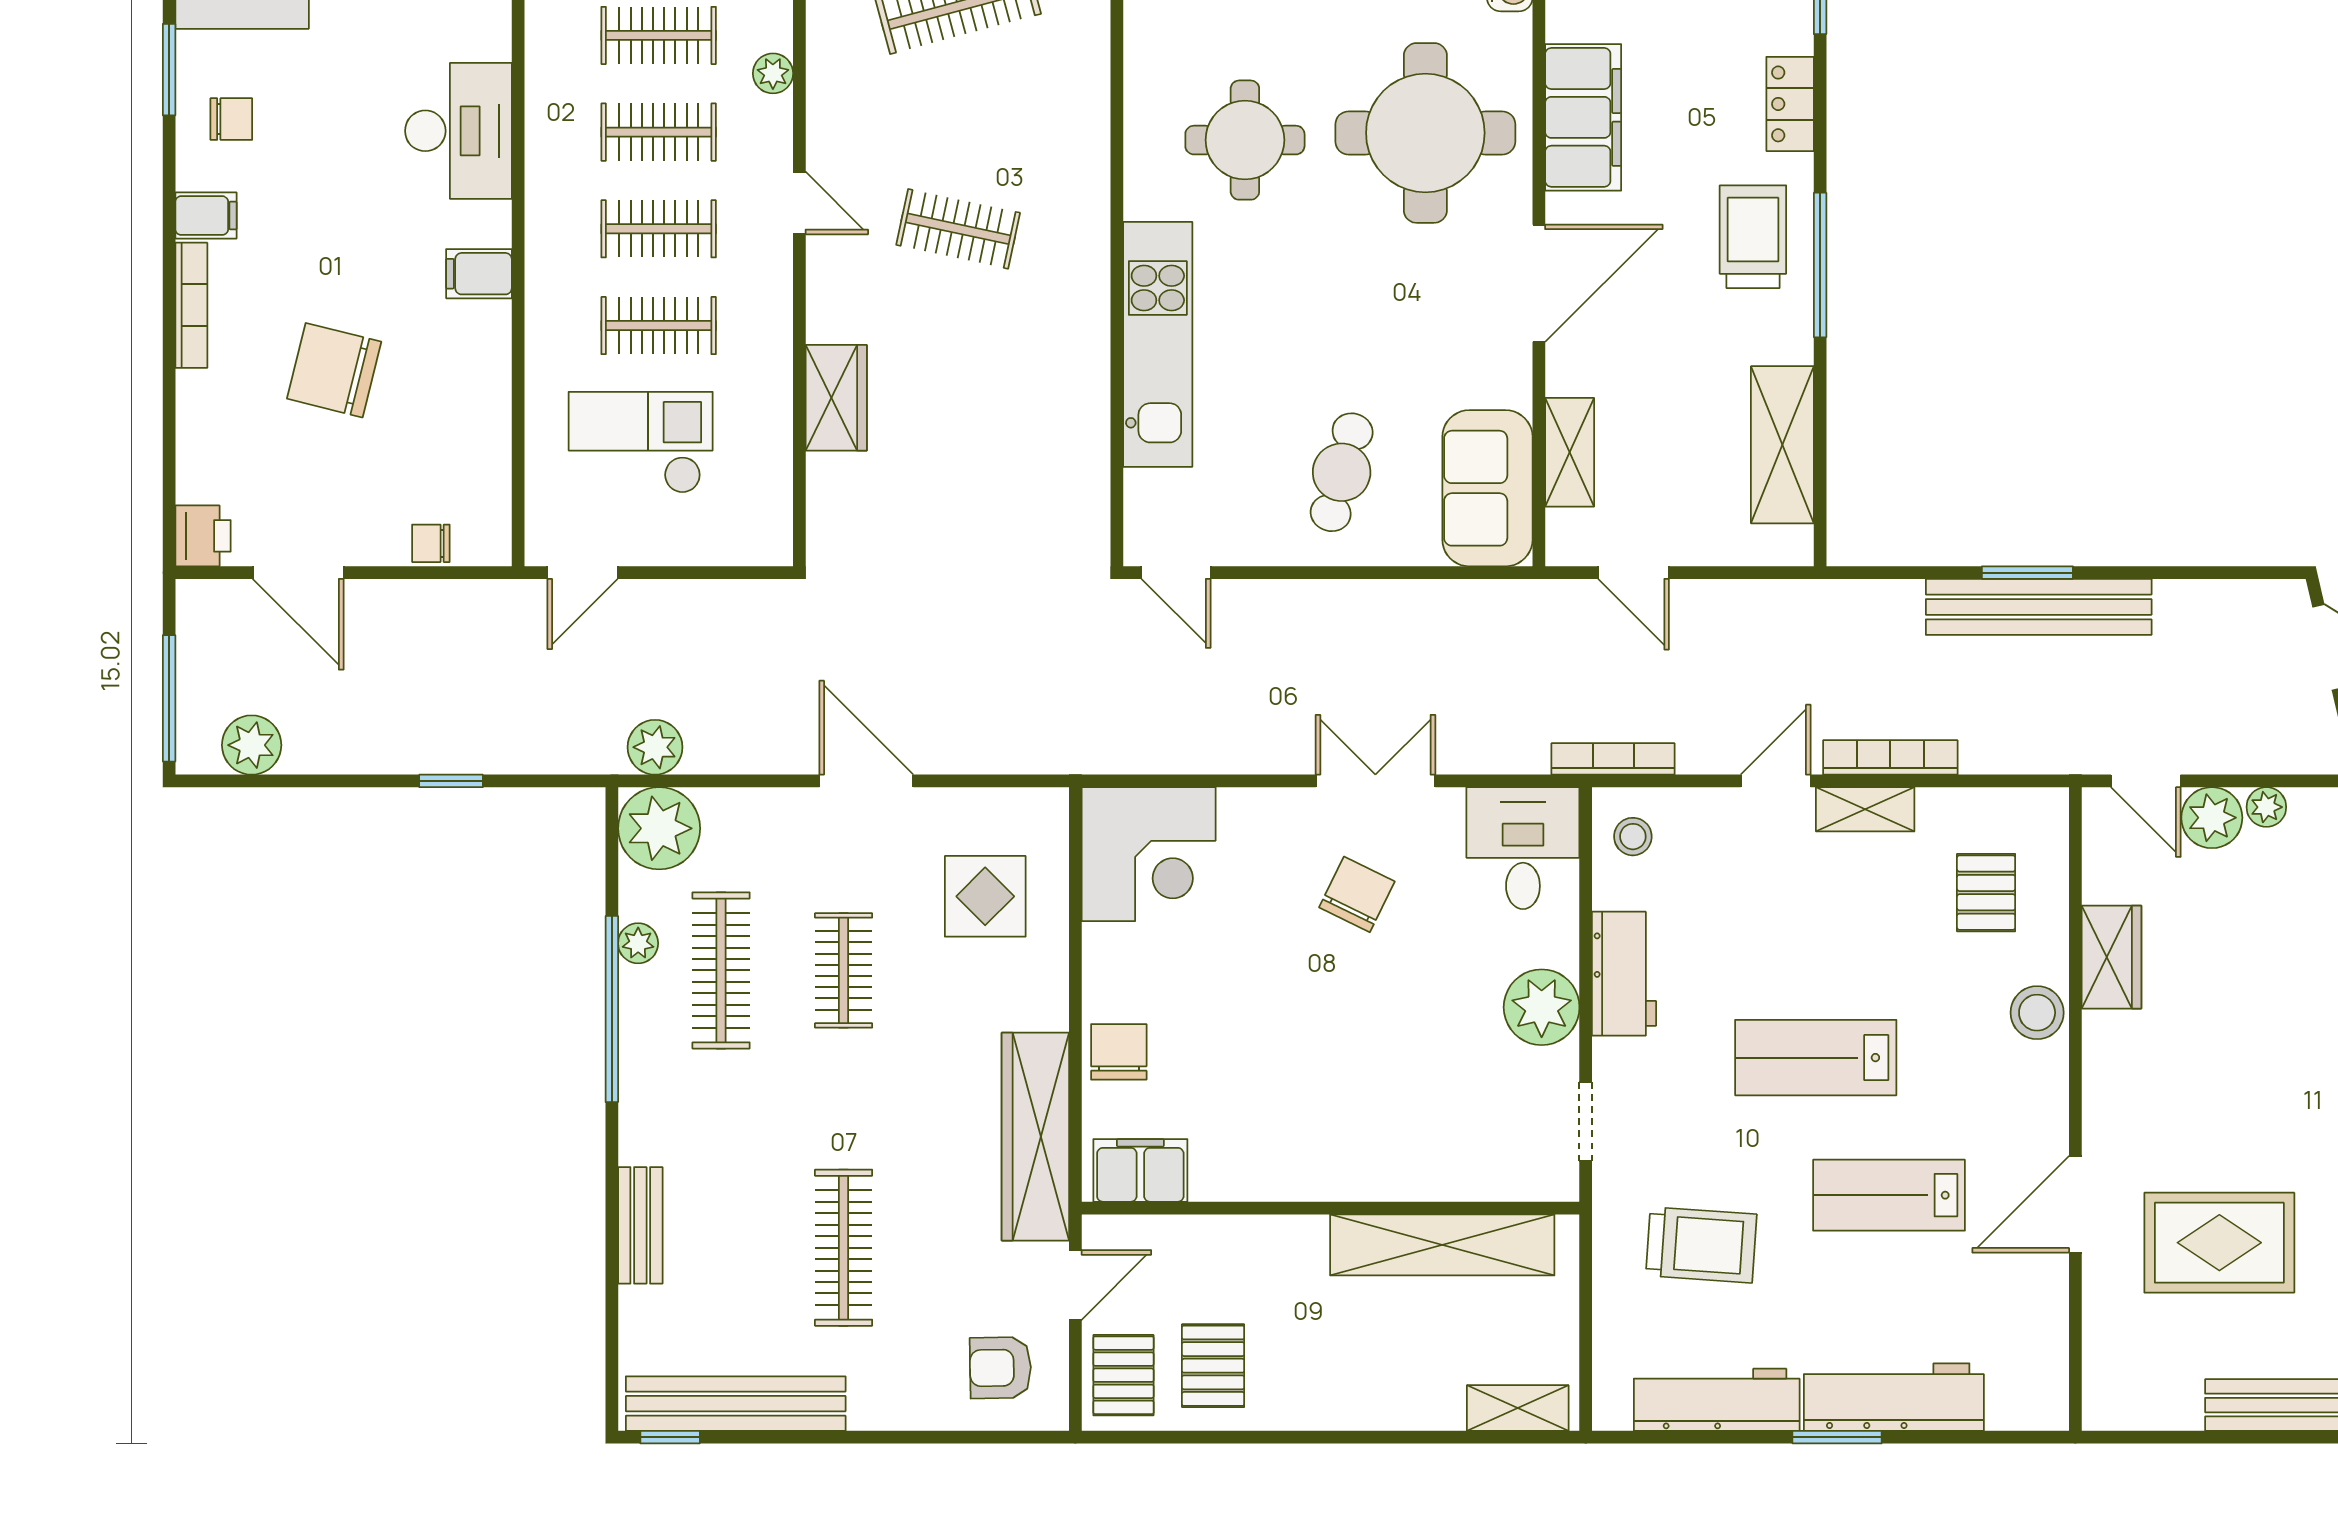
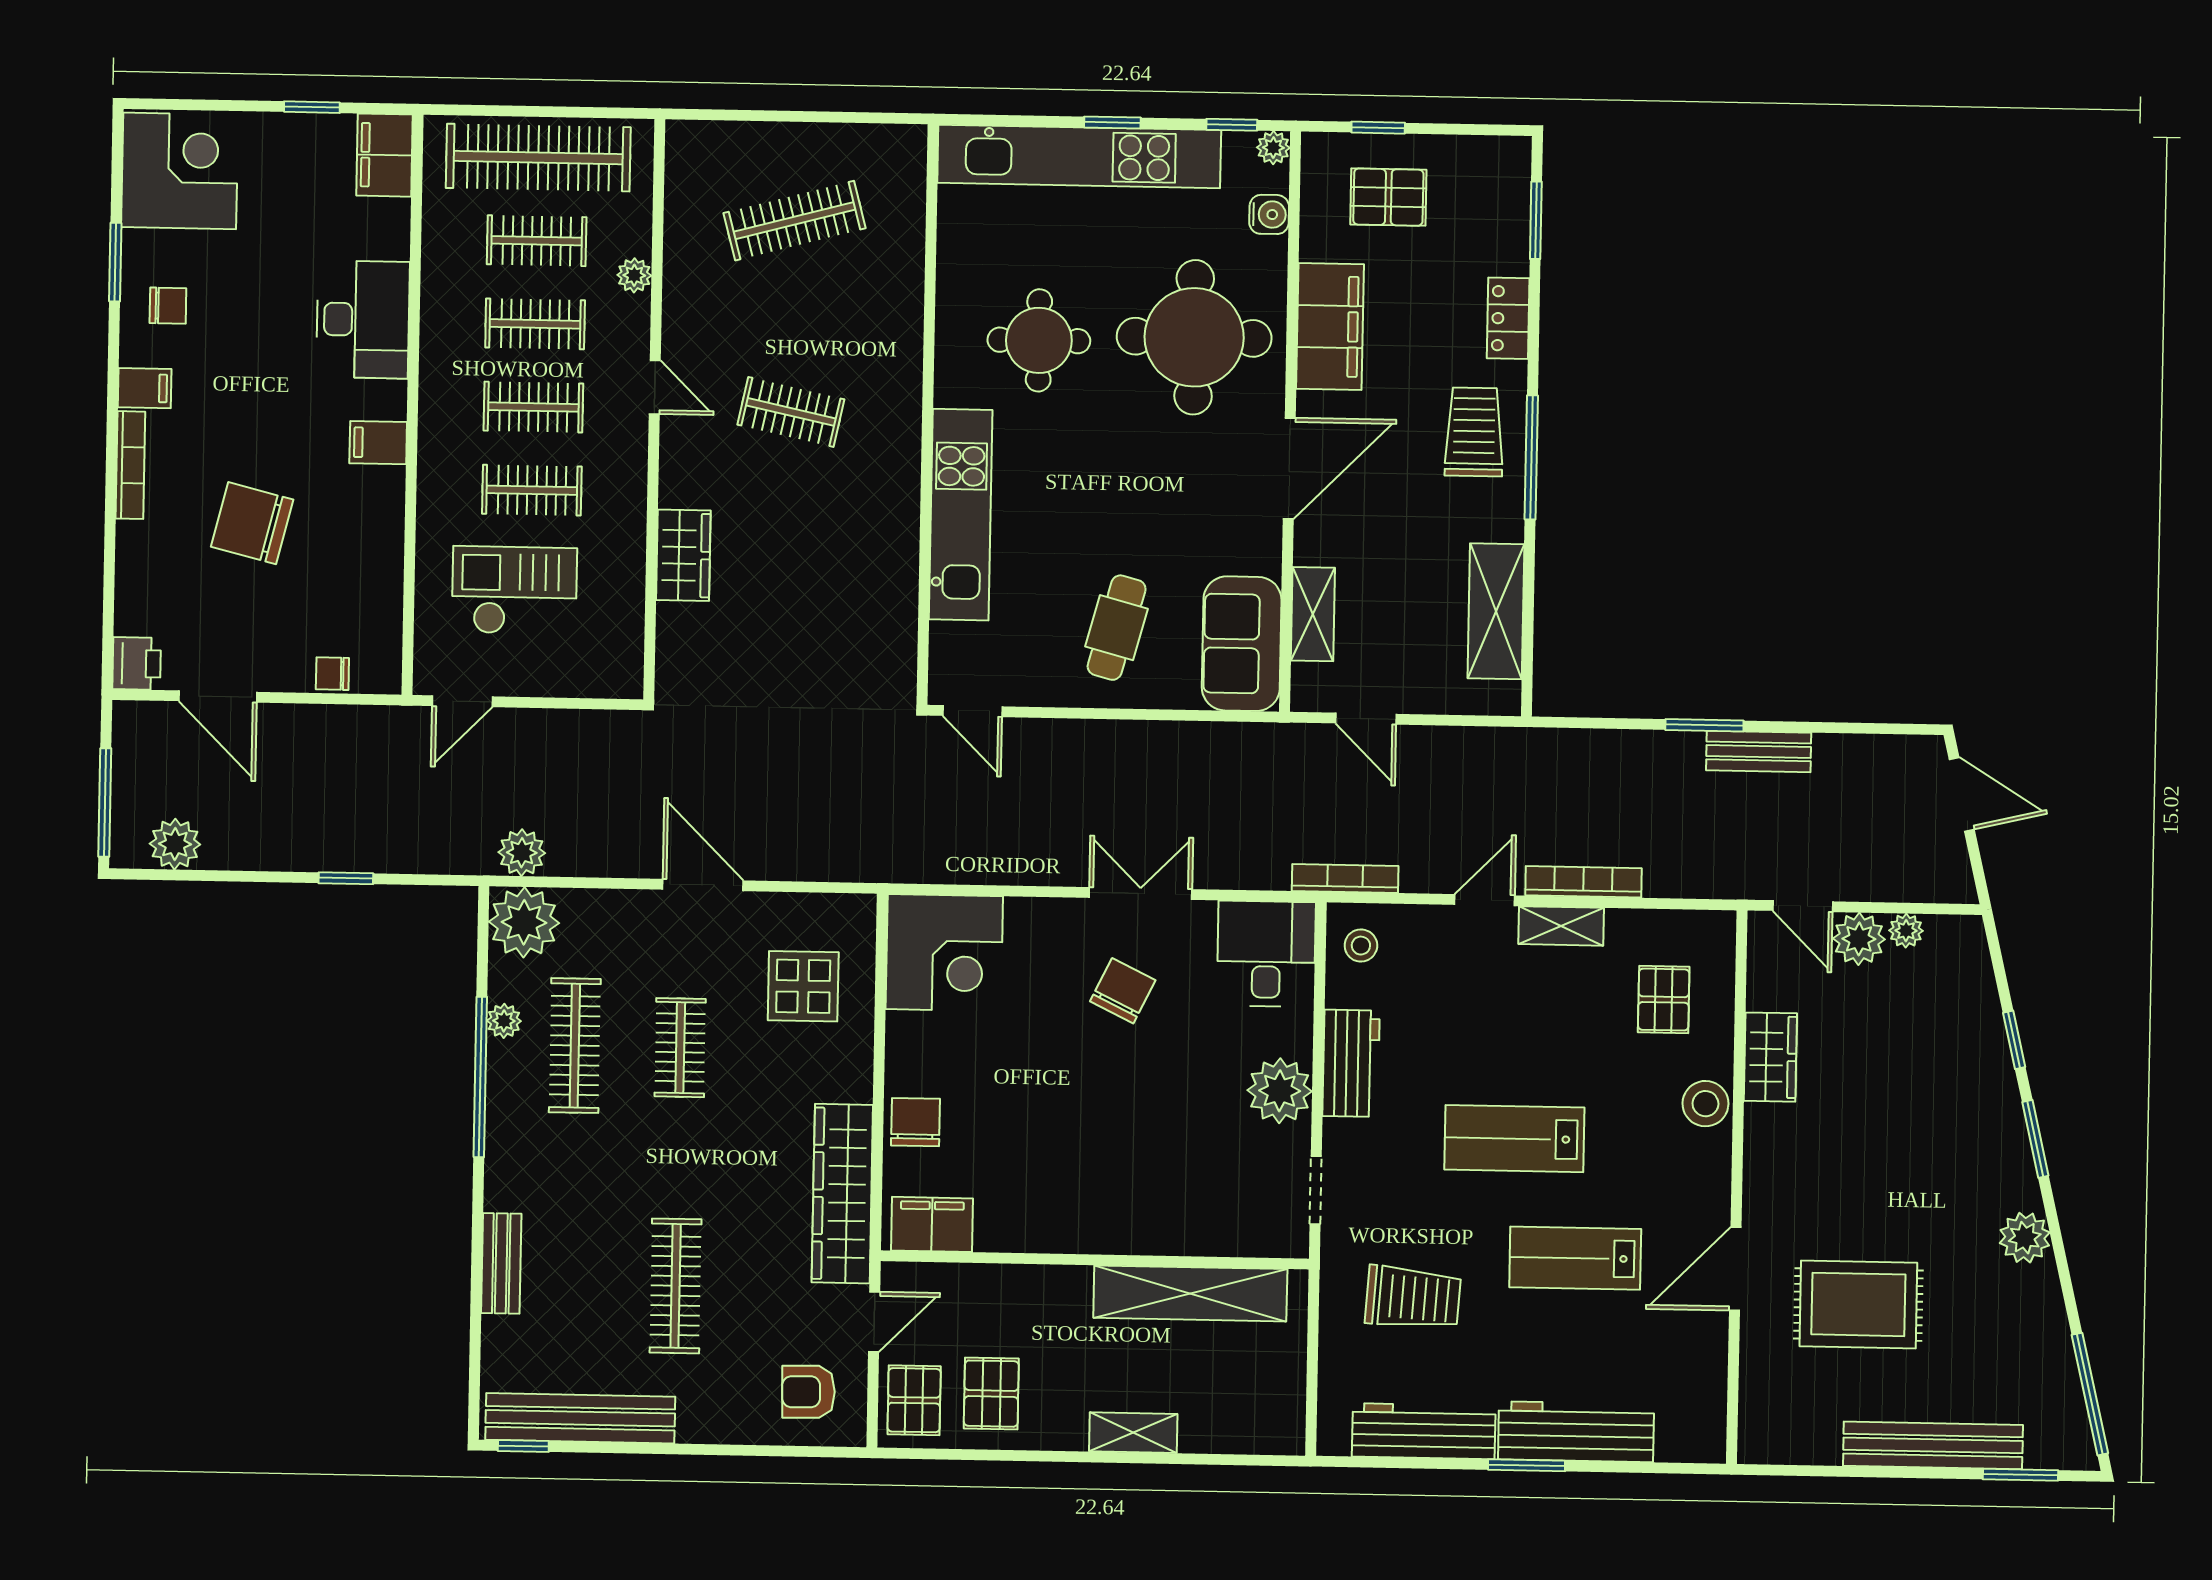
bench: (2039, 607) -> (1759, 751), width x0.54, depth x0.82
shelving: (1518, 1408) -> (1133, 1433), moved

